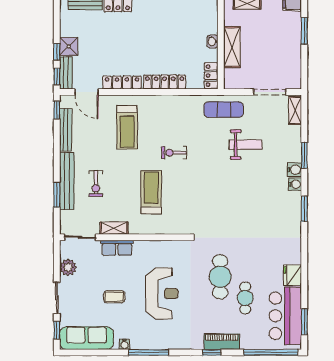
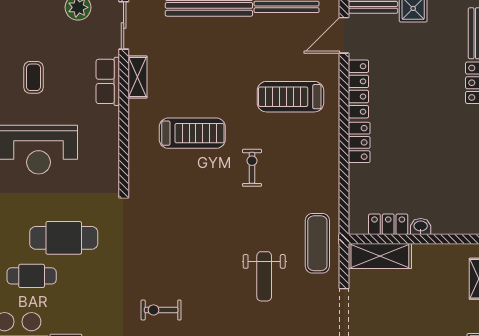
shelving: (232, 47) -> (380, 256), moved
locker: (211, 76) -> (388, 224), moved
locker: (165, 82) -> (359, 142), width x0.66
exercise bike: (96, 184) -> (161, 310), moved

